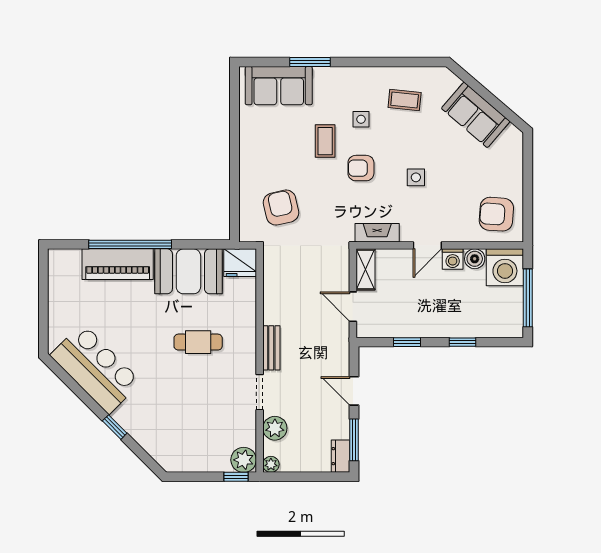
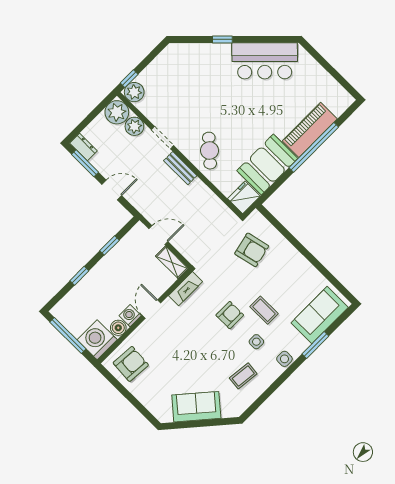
side table: (416, 177) -> (284, 359), moved
cafe table: (198, 342) -> (209, 151), moved, turned -48
plant: (271, 464) -> (117, 112), width x1.88, depth x1.88

